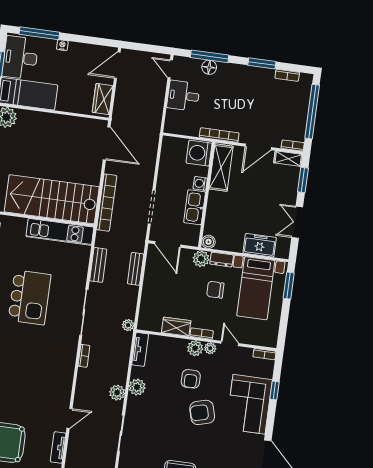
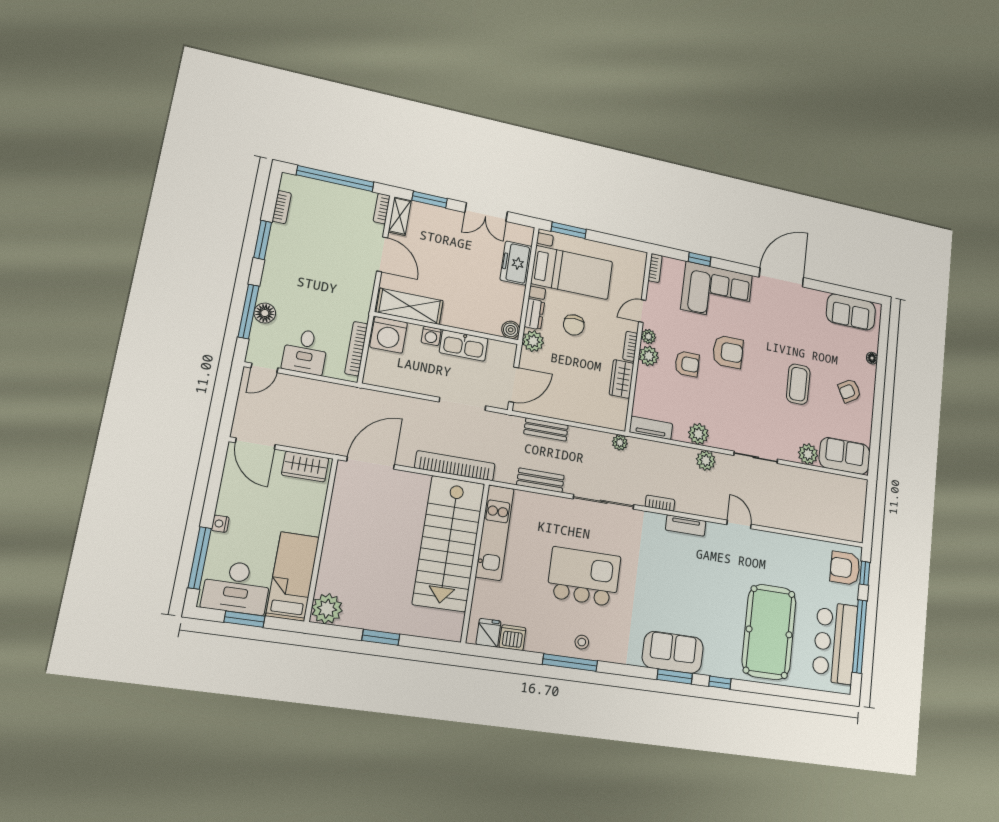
bookcase: (219, 135) -> (356, 349), moved
armchair: (202, 412) -> (728, 352), turned -75
tv unit: (58, 447) -> (686, 525), moved

